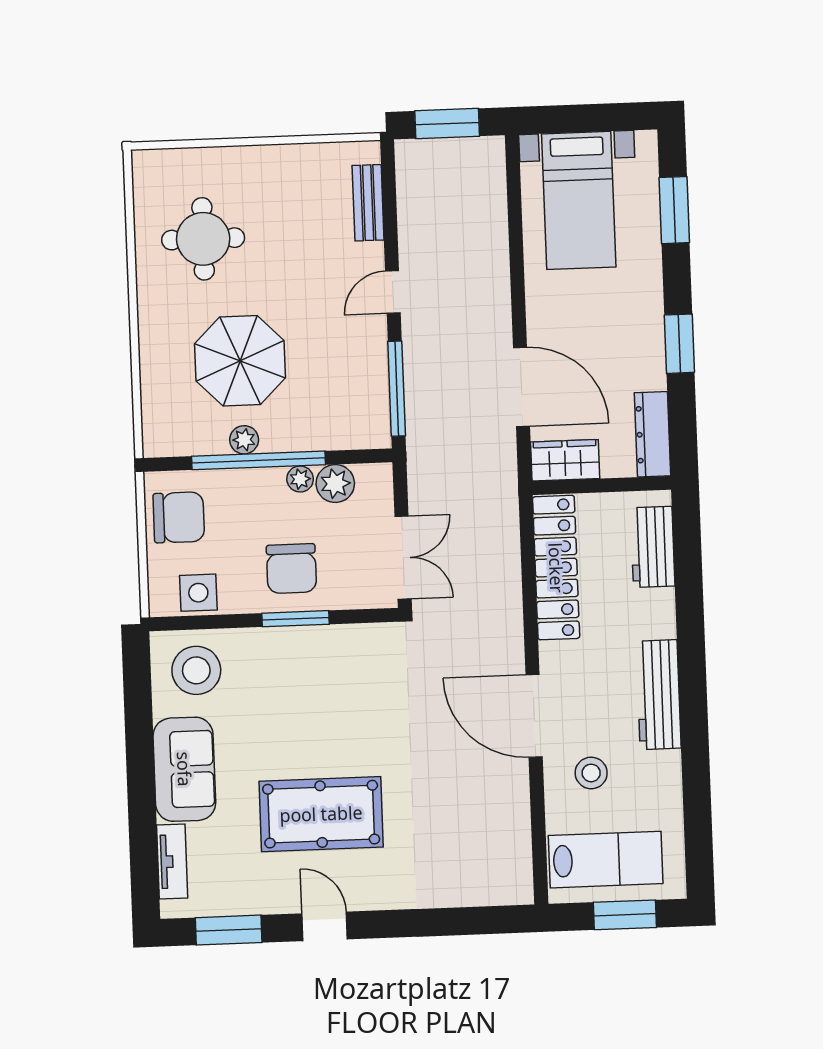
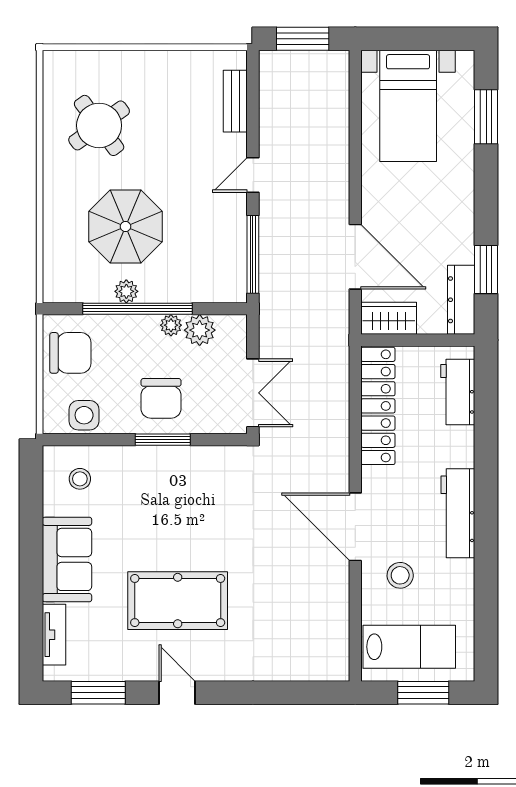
round table: (203, 239) -> (99, 125), turned -36
window: (679, 344) -> (486, 270), moved
stool: (196, 670) -> (80, 479), width x0.53, depth x0.53

